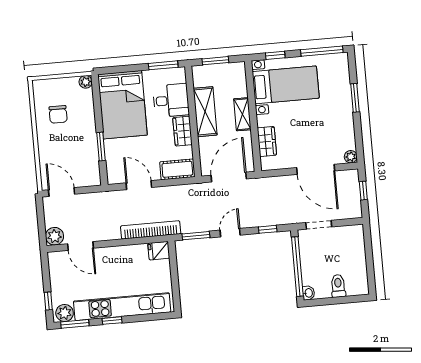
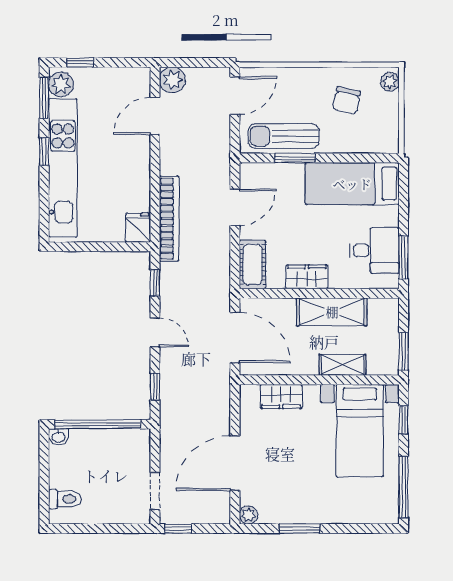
window: (215, 61) -> (404, 351), moved
plant: (86, 82) -> (390, 82), moved
window: (355, 98) -> (300, 529), moved
desk: (171, 100) -> (374, 250), moved, turned -90
bed: (122, 105) -> (352, 184), width x0.67
chair: (58, 114) -> (347, 101), turned -78
shelving: (242, 114) -> (343, 365), moved
sun lounger: (86, 156) -> (284, 136), added
window: (363, 191) -> (178, 529), moved
doorway: (319, 225) -> (155, 491), moved
window: (196, 236) -> (155, 283), width x0.67
toilet: (338, 286) -> (65, 499), moved

